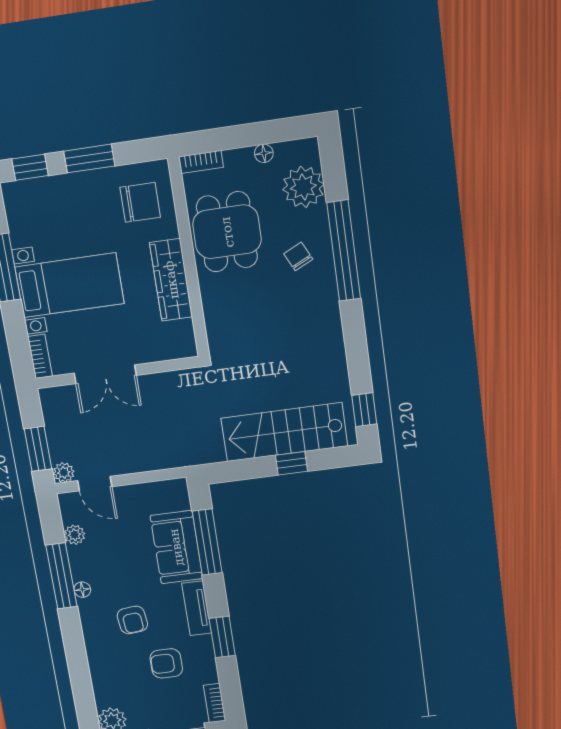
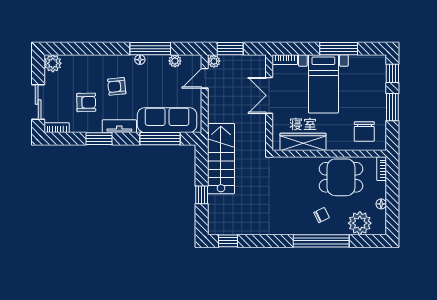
wardrobe: (171, 280) -> (303, 142), moved
stairs: (284, 432) -> (221, 159), moved
sofa: (176, 547) -> (167, 120), width x1.36
armchair: (166, 663) -> (86, 102), turned 89

